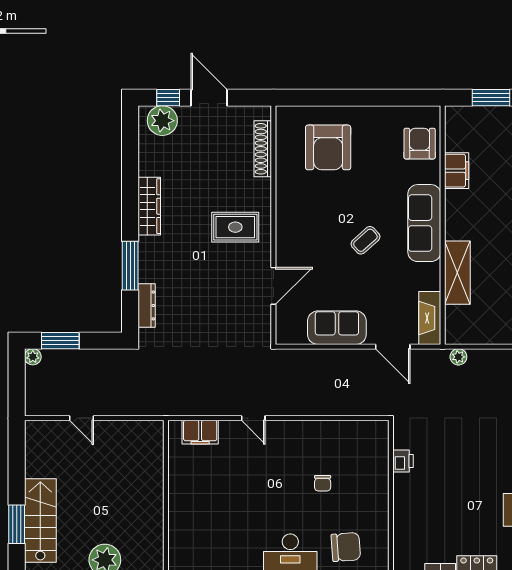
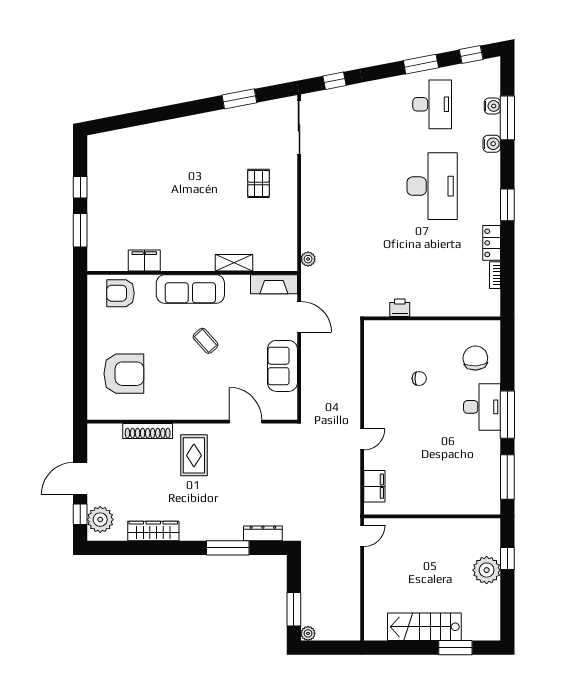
shoe rack: (263, 149) -> (148, 431), moved
wardrobe: (149, 206) -> (153, 531), moved
shelving: (457, 273) -> (234, 263), width x0.67, depth x0.75
door: (393, 347) -> (299, 317), hinge flipped
door: (81, 418) -> (362, 536), moved
stairs: (40, 520) -> (424, 627), moved

